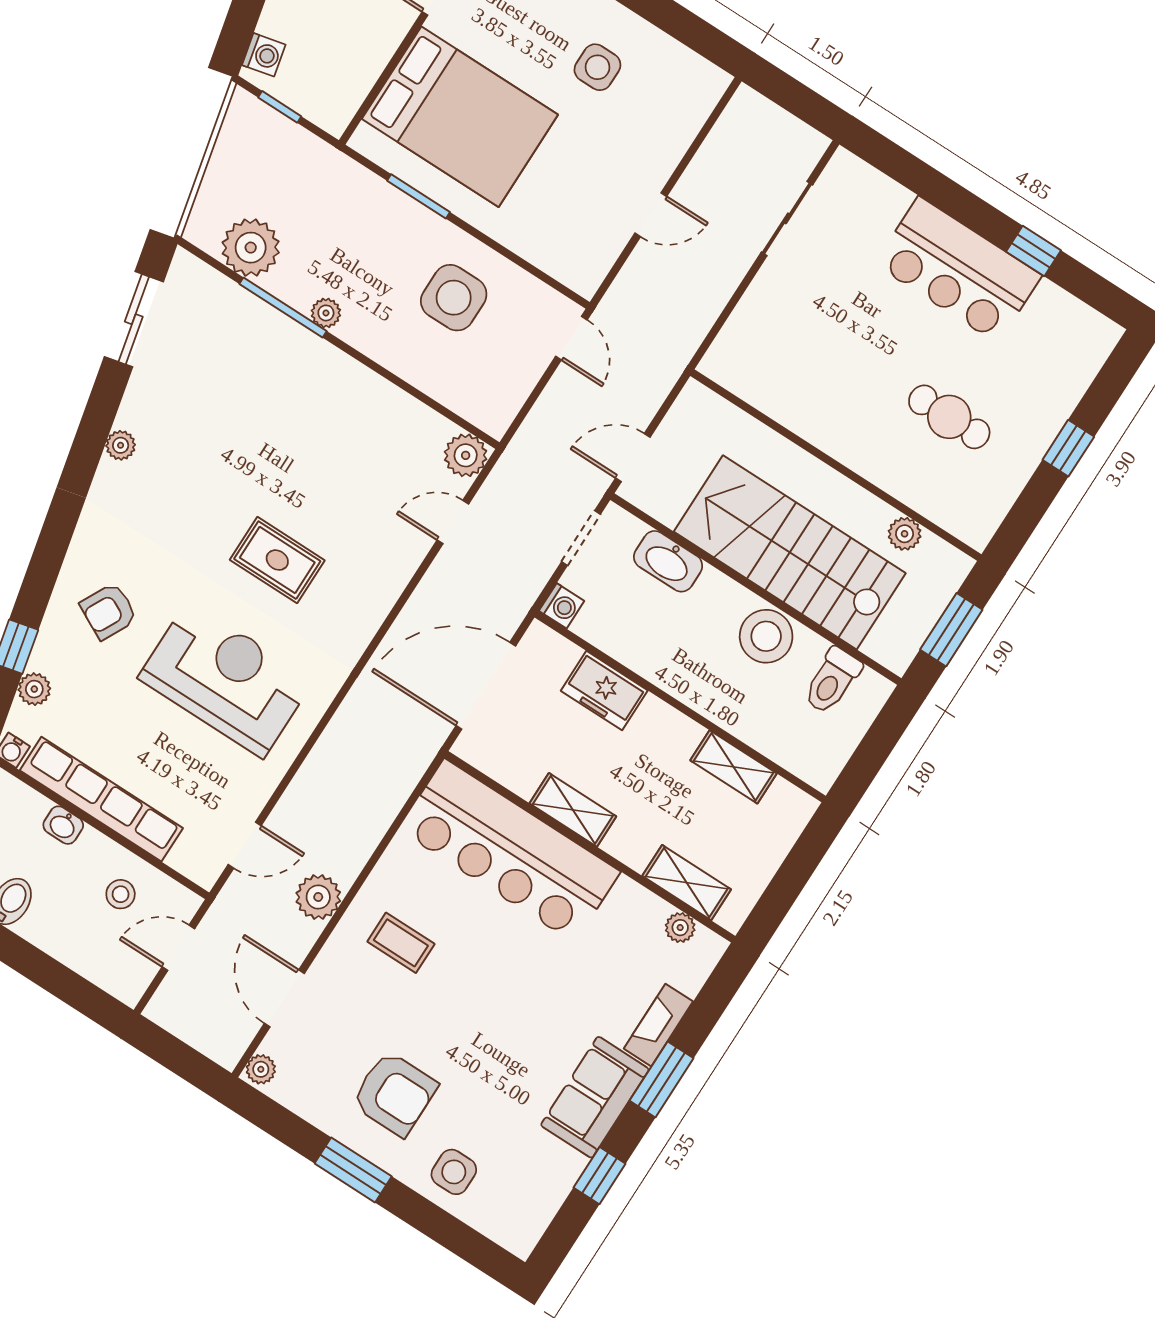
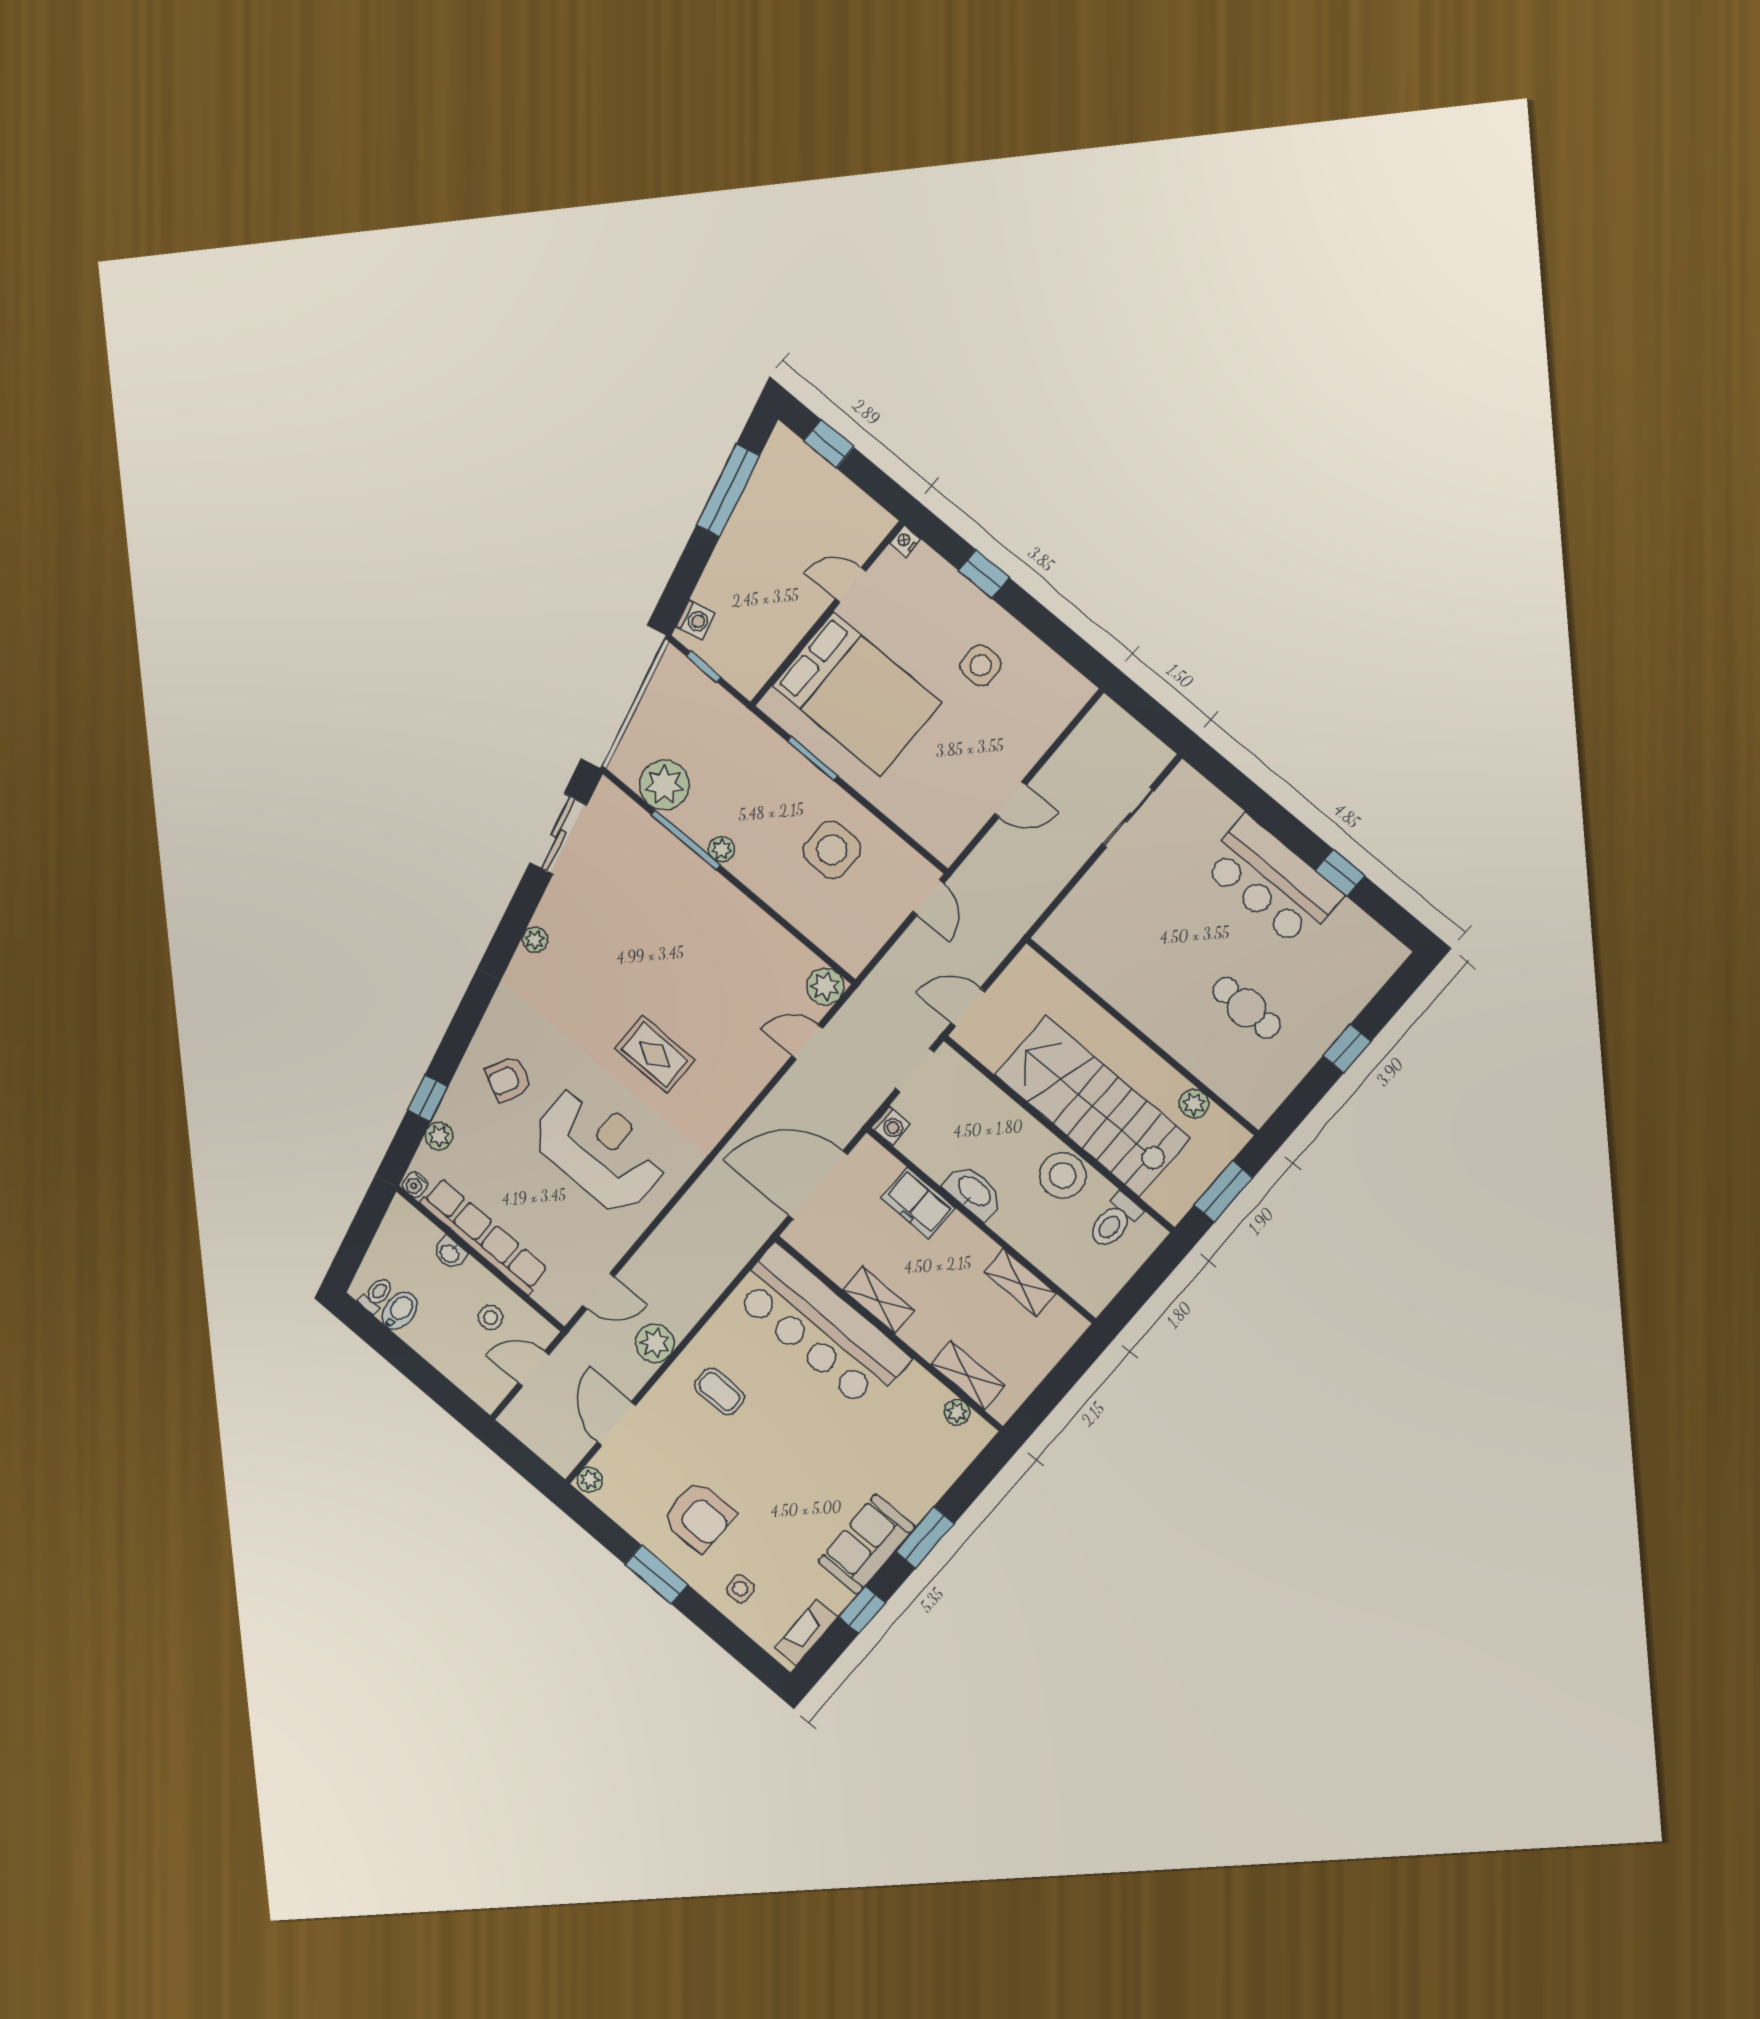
washbasin: (668, 561) -> (974, 1192), moved, turned 180
fireplace: (658, 1025) -> (806, 1632), moved
side table: (454, 1172) -> (740, 1589), width x0.73, depth x0.73

